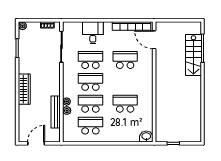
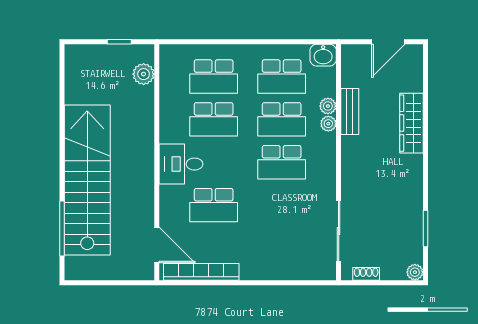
desk: (93, 33) -> (181, 164), moved, turned 90
stairs: (193, 55) -> (87, 180), width x1.86, depth x1.51
school desk: (90, 60) -> (214, 76), moved
wardrobe: (24, 89) -> (412, 123), moved
bench: (56, 112) -> (350, 111), width x0.73
plant: (161, 127) -> (144, 74), added
washbasin: (146, 137) -> (323, 55), moved

